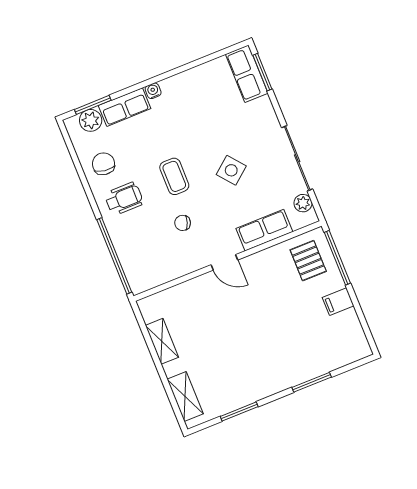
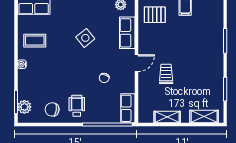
row of seats: (125, 107) -> (128, 108), moved, turned 180
coffee table: (174, 176) -> (35, 41), moved
trolley: (226, 313) -> (166, 74), added

